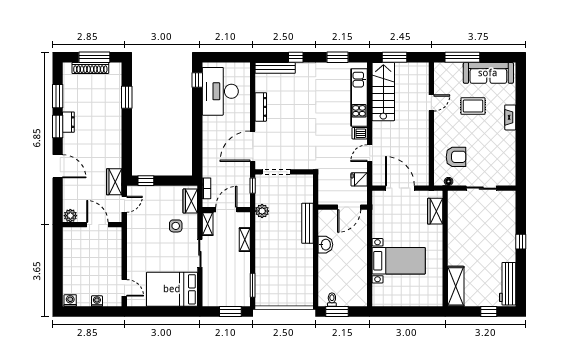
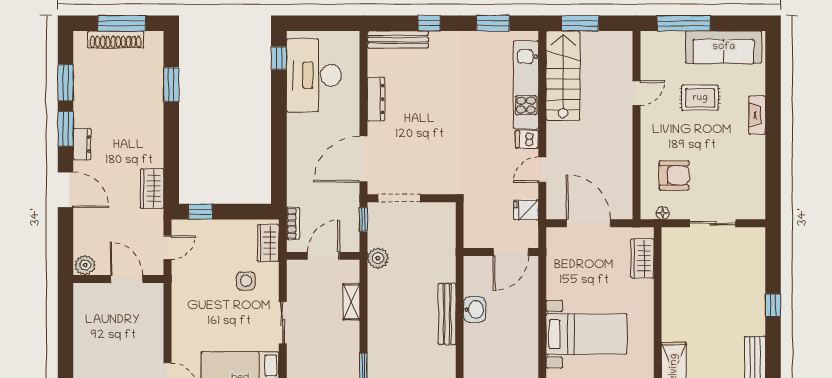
dresser: (68, 122) -> (82, 144), moved
wardrobe: (114, 182) -> (152, 189), moved
bench: (307, 223) -> (447, 314), moved
shelving: (208, 224) -> (295, 278), removed

